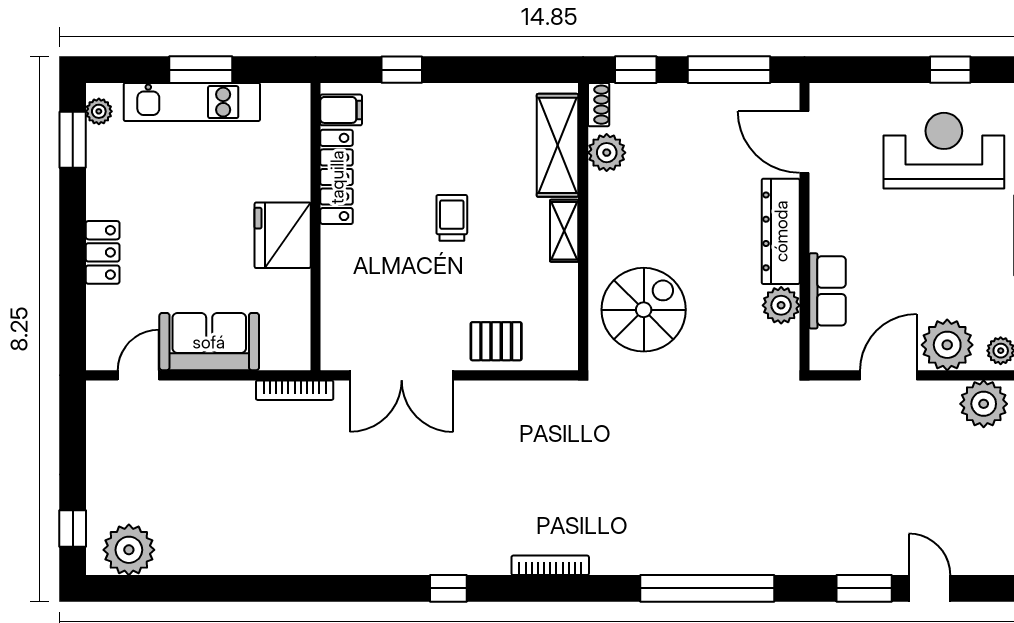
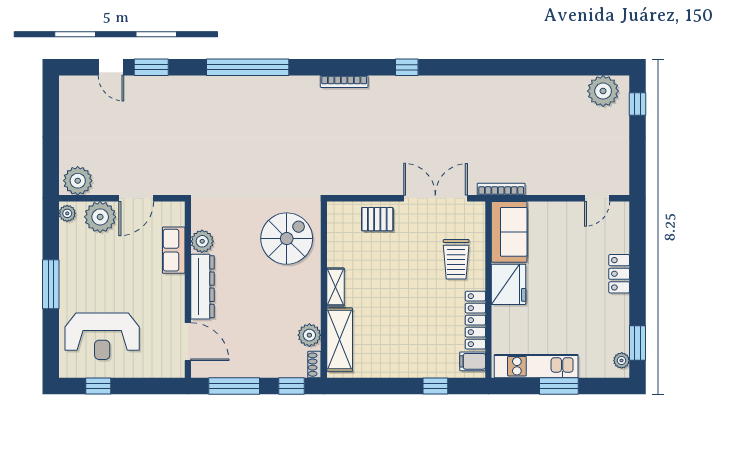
kitchen unit: (192, 102) -> (536, 366), moved
trolley: (452, 218) -> (456, 259), moved, width x1.36, depth x1.39
spiral stairs: (644, 310) -> (287, 239), turned 180
sofa: (209, 342) -> (509, 232), moved, turned -90

